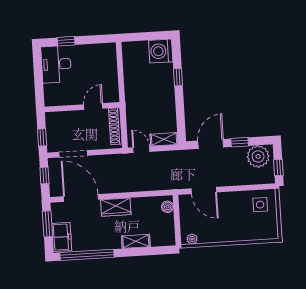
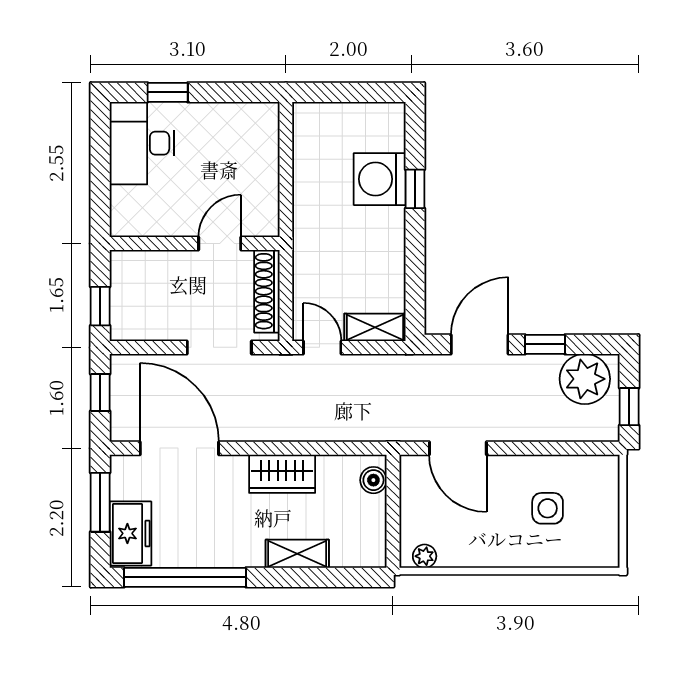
washing machine: (161, 51) -> (380, 179), moved
doorway: (73, 154) -> (219, 347), moved
side table: (260, 205) -> (548, 508), moved
wardrobe: (116, 207) -> (282, 474), moved

